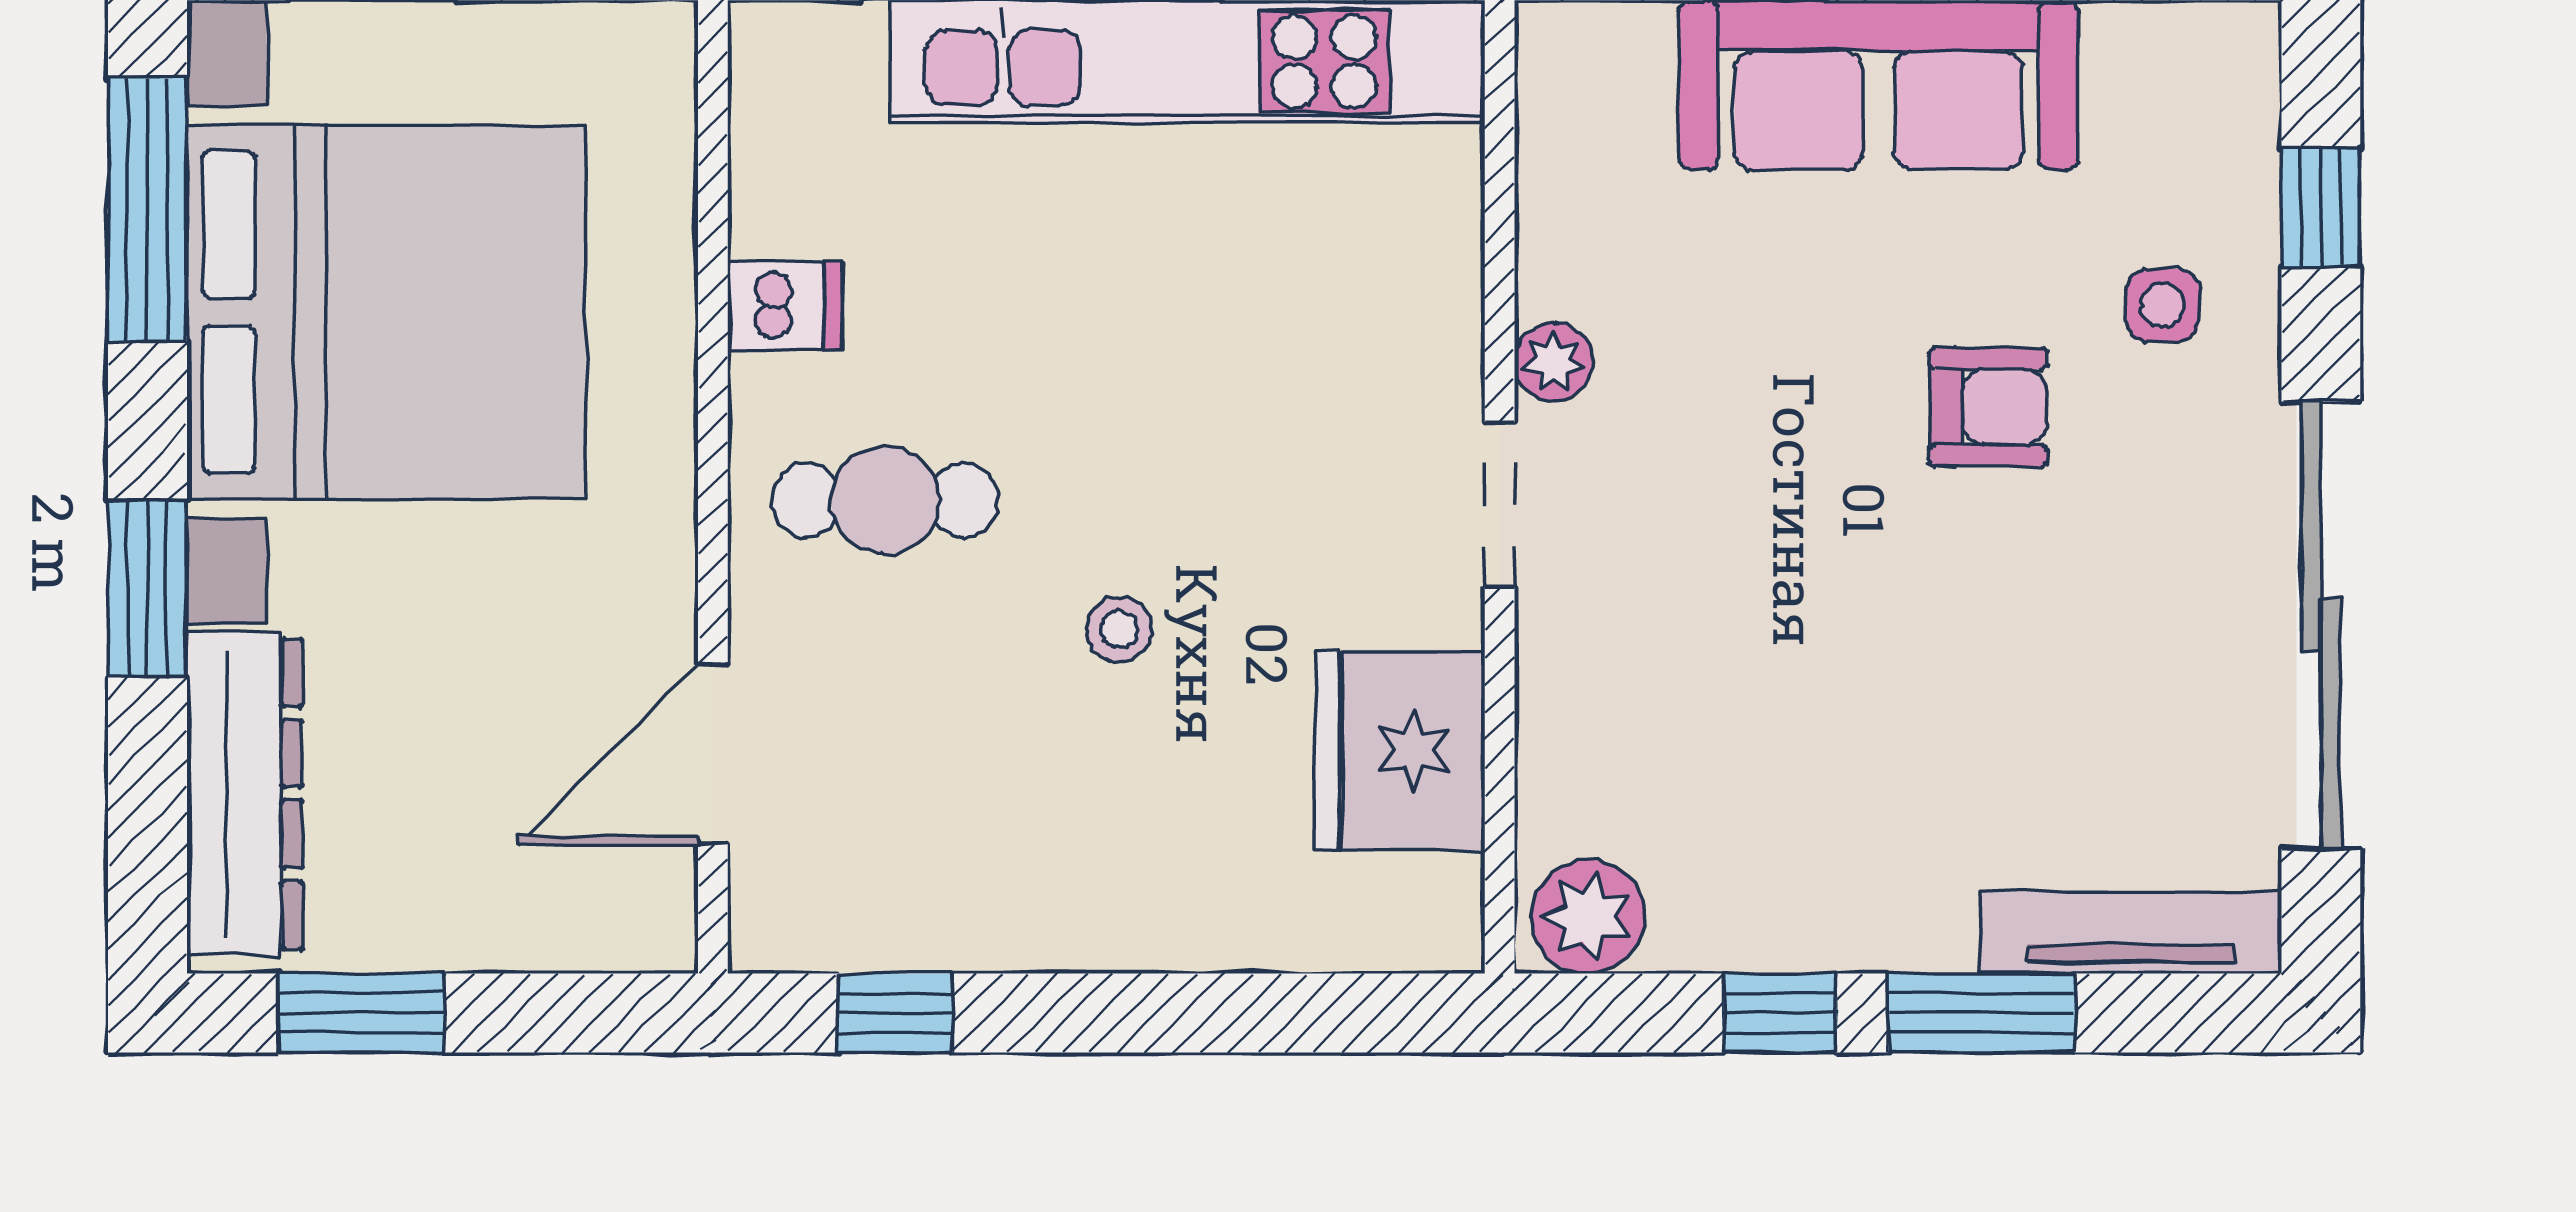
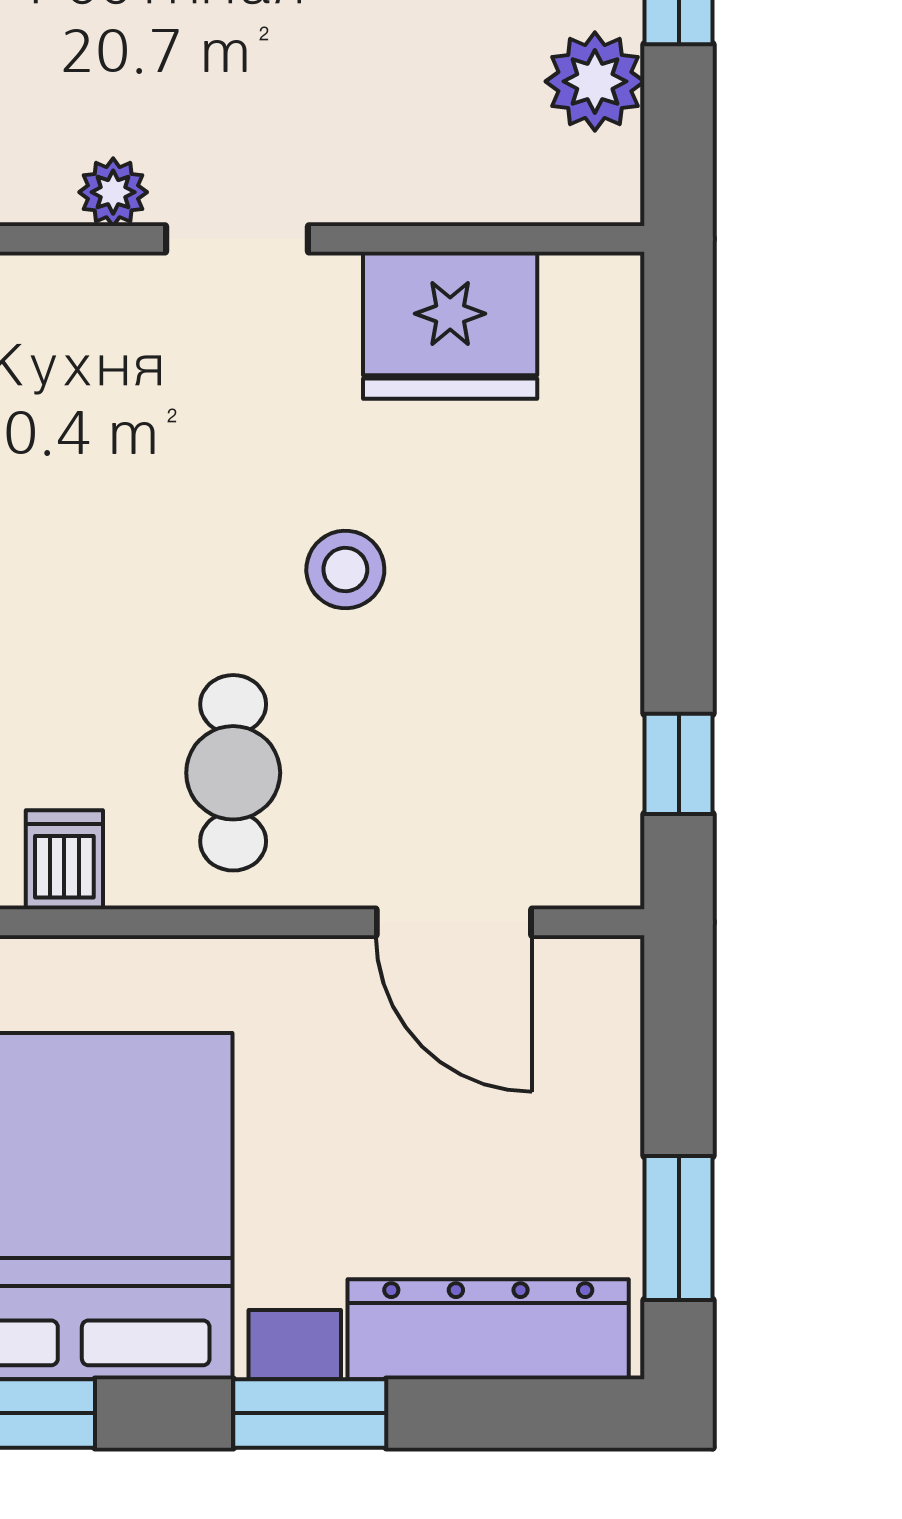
stool: (1119, 629) -> (345, 570), width x1.37, depth x1.37
plant: (1588, 917) -> (595, 81), moved

